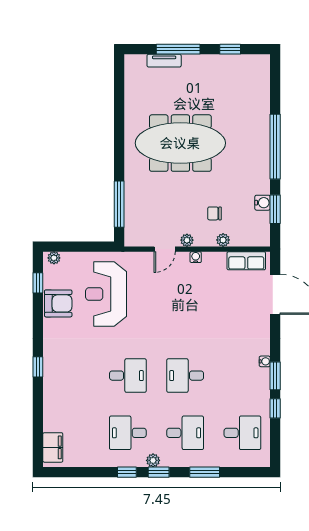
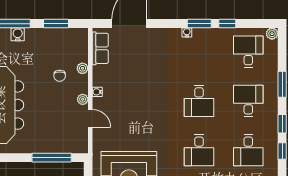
water cooler: (263, 203) -> (18, 34), moved
desk: (128, 376) -> (199, 150), turned 180
plant: (153, 460) -> (272, 34), moved

